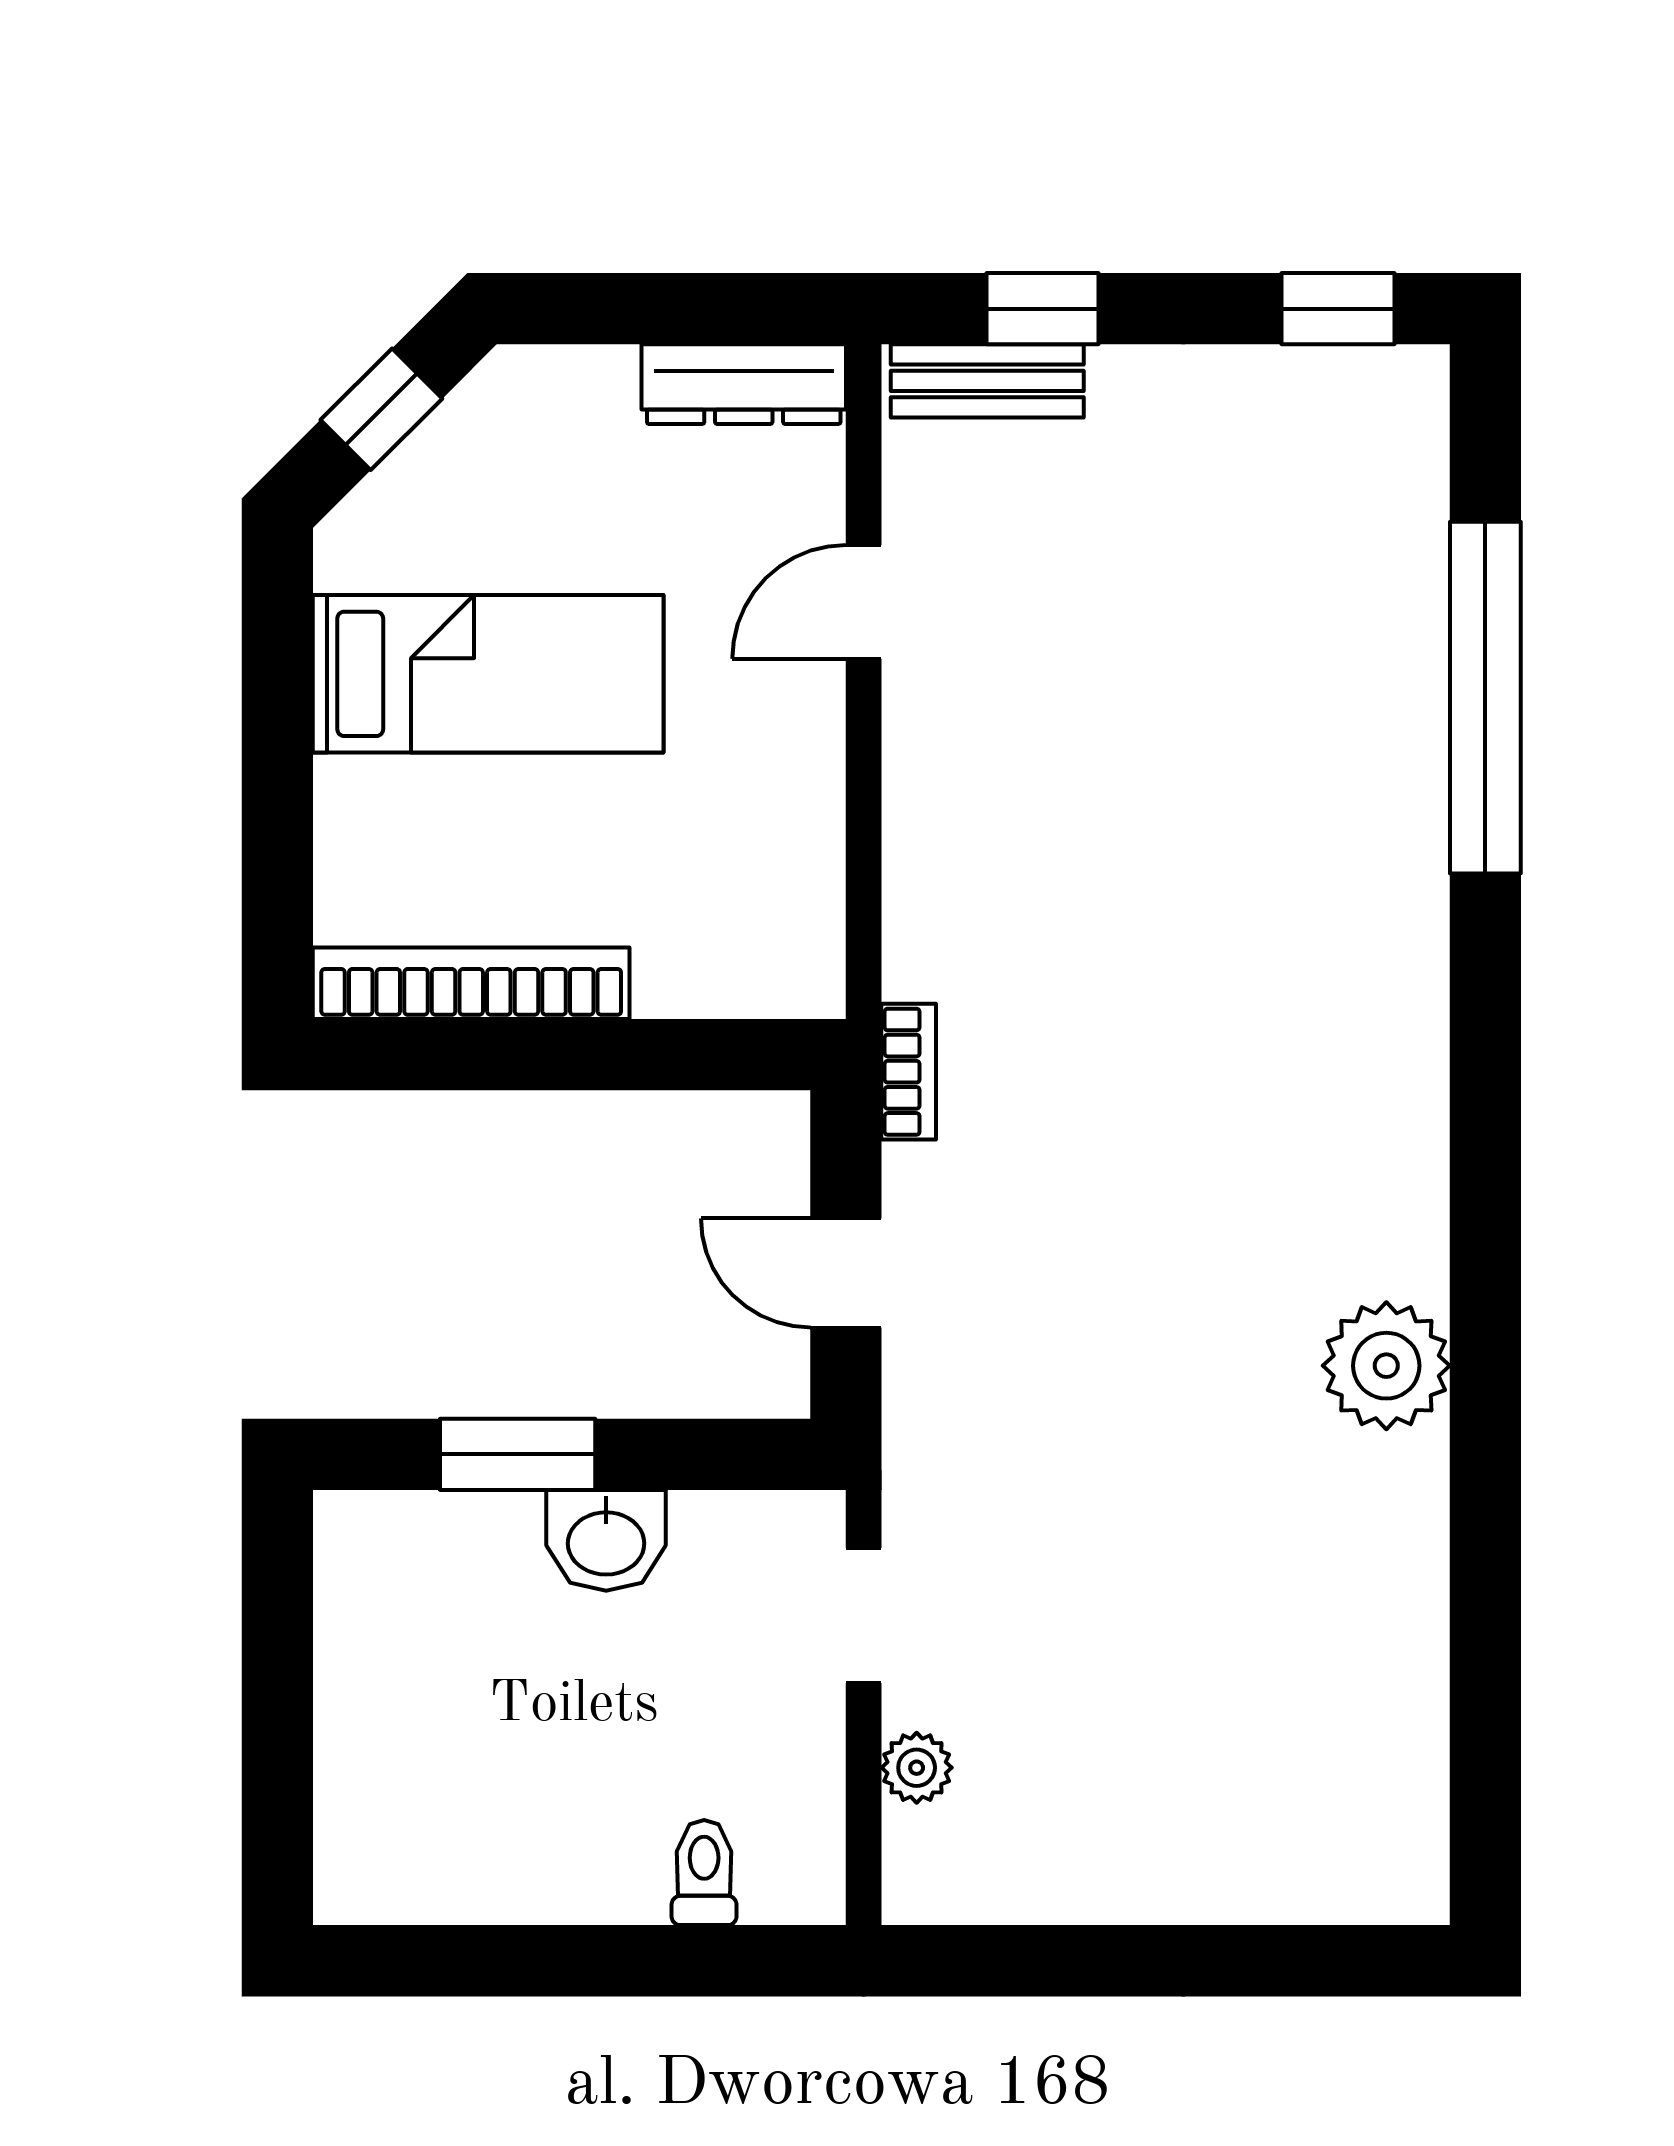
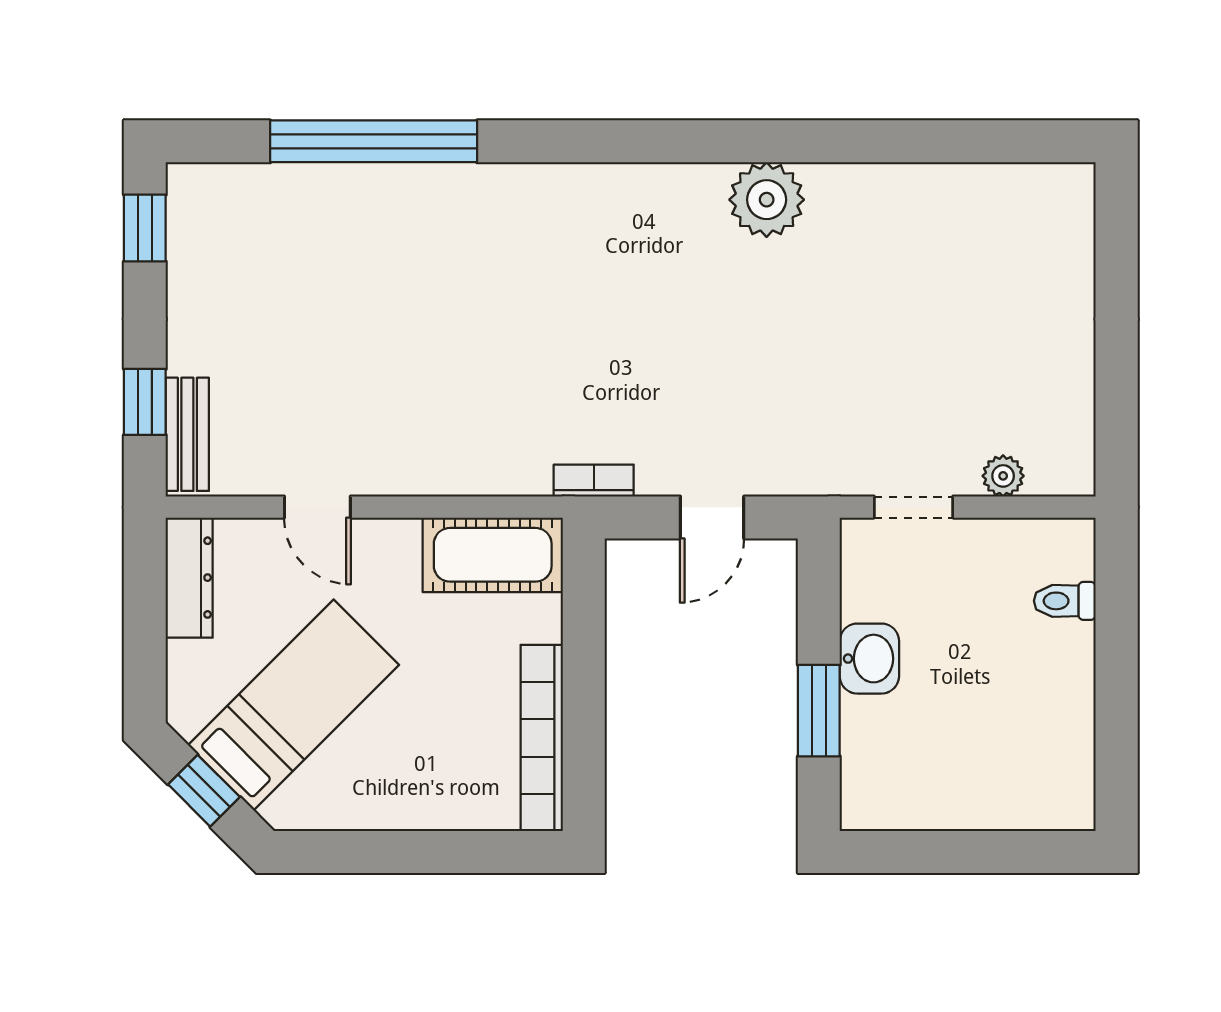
bed: (488, 674) -> (294, 705), moved, turned 45
cot: (782, 900) -> (493, 555), added

